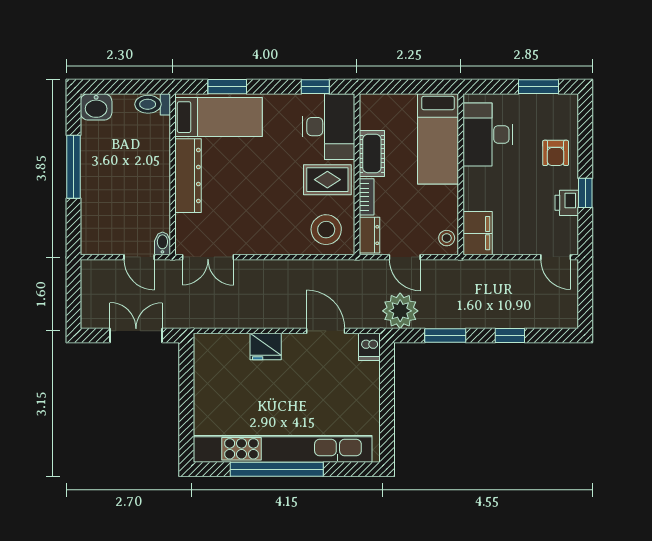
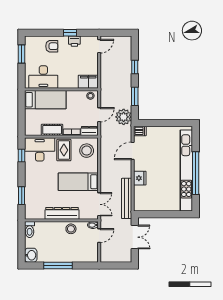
bed: (218, 117) -> (78, 182), moved, turned -90
stool: (154, 195) -> (71, 229), added
bench: (221, 318) -> (127, 198), added
double door: (136, 336) -> (135, 237), swing flipped

